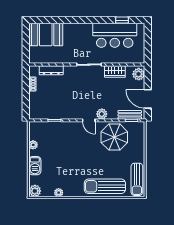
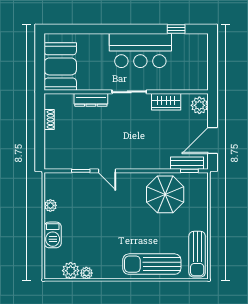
booth: (46, 34) -> (60, 66), moved, turned 90
bar counter: (115, 35) -> (140, 50), moved
dresser: (51, 70) -> (91, 100), moved
door: (148, 99) -> (212, 140), hinge flipped
plant: (102, 114) -> (147, 162), removed
door: (89, 120) -> (107, 171), moved
plant: (35, 191) -> (71, 271), moved

